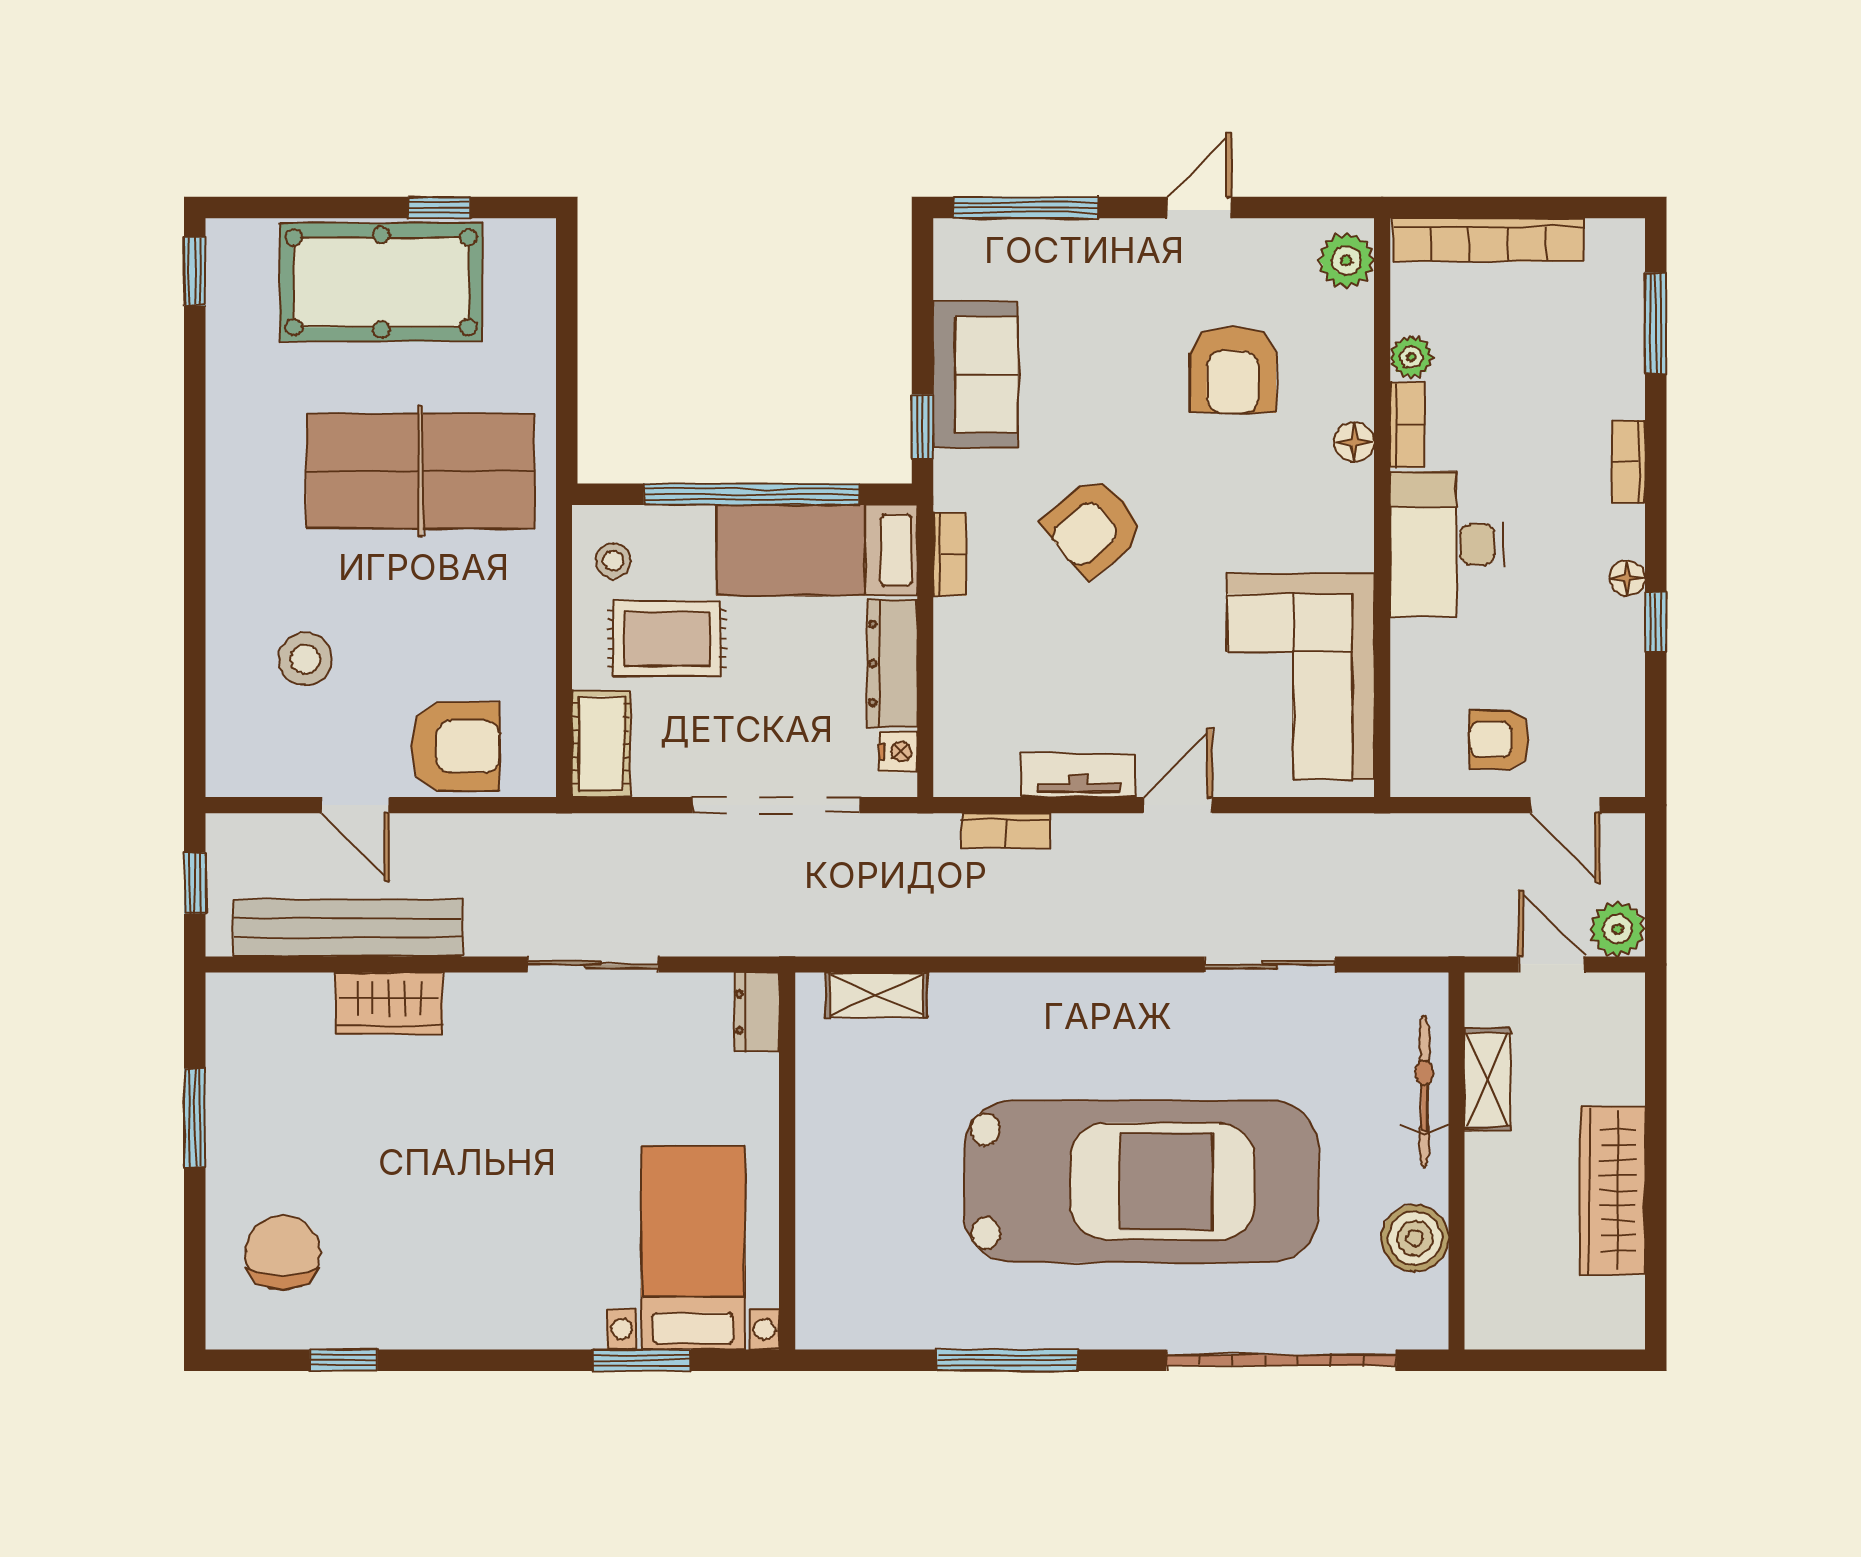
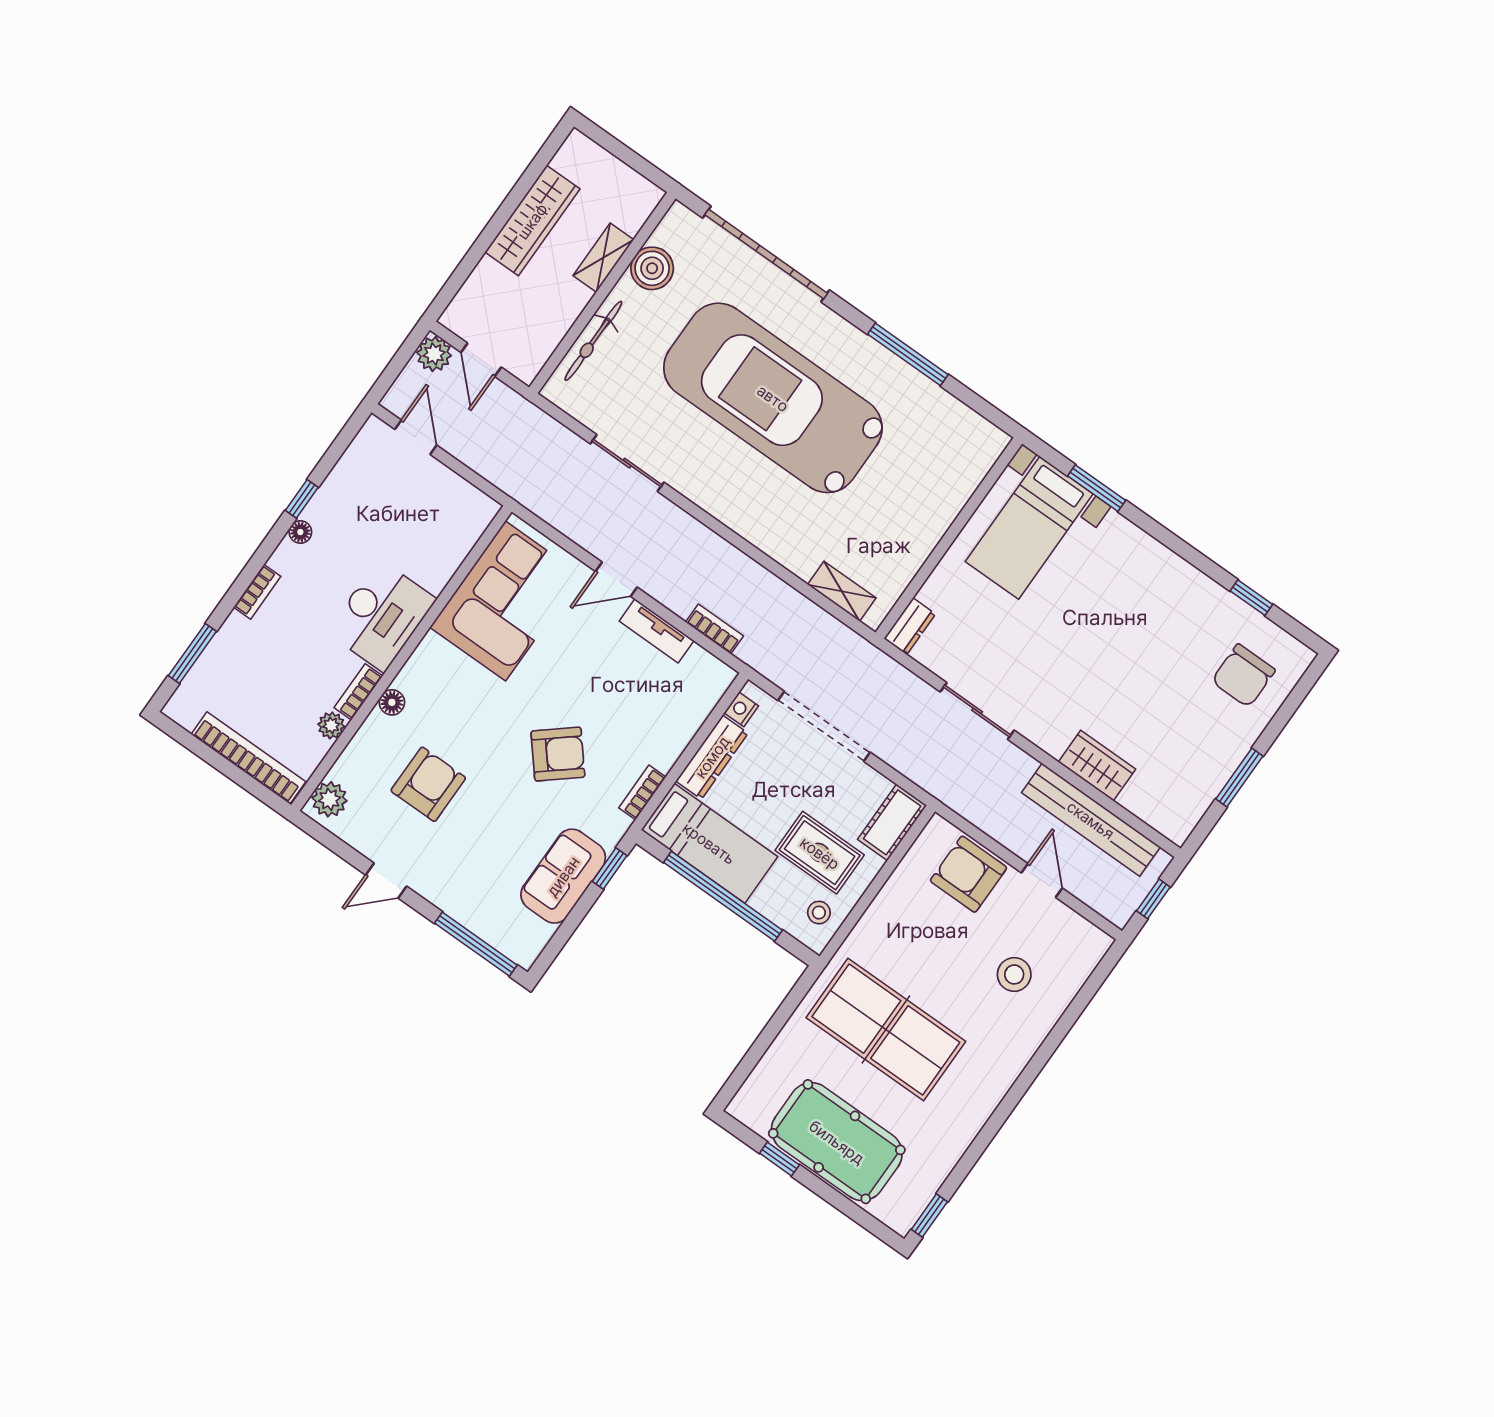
armchair: (1499, 740) -> (426, 495), removed
shelving: (1487, 1080) -> (603, 258), moved

